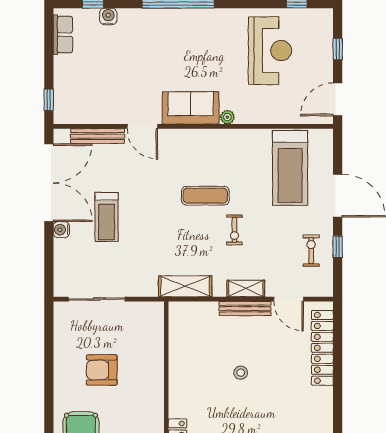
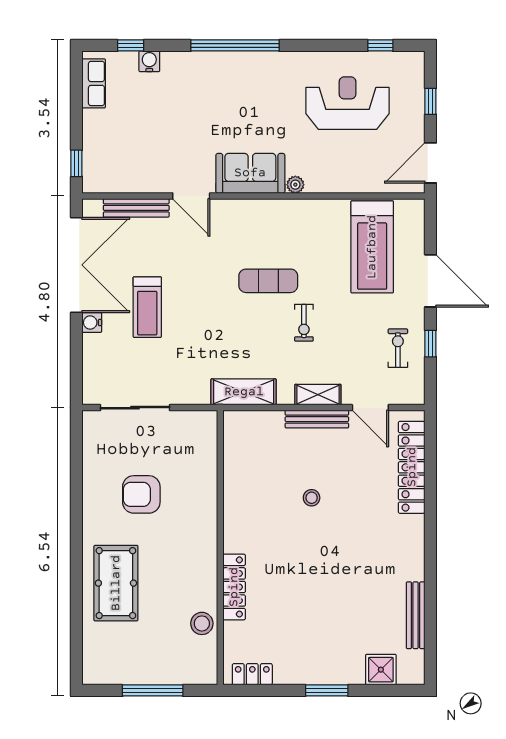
reception desk: (270, 51) -> (348, 103), turned -90

